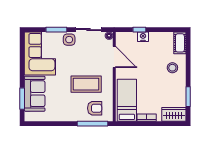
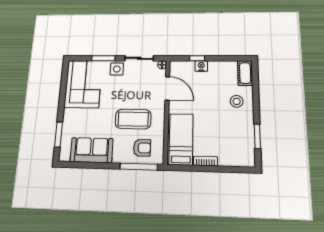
sofa: (35, 94) -> (92, 150), moved, turned -90
wardrobe: (174, 114) -> (240, 158), removed

